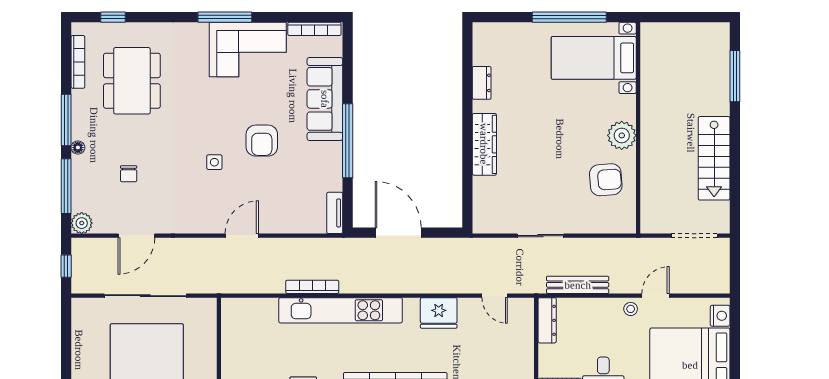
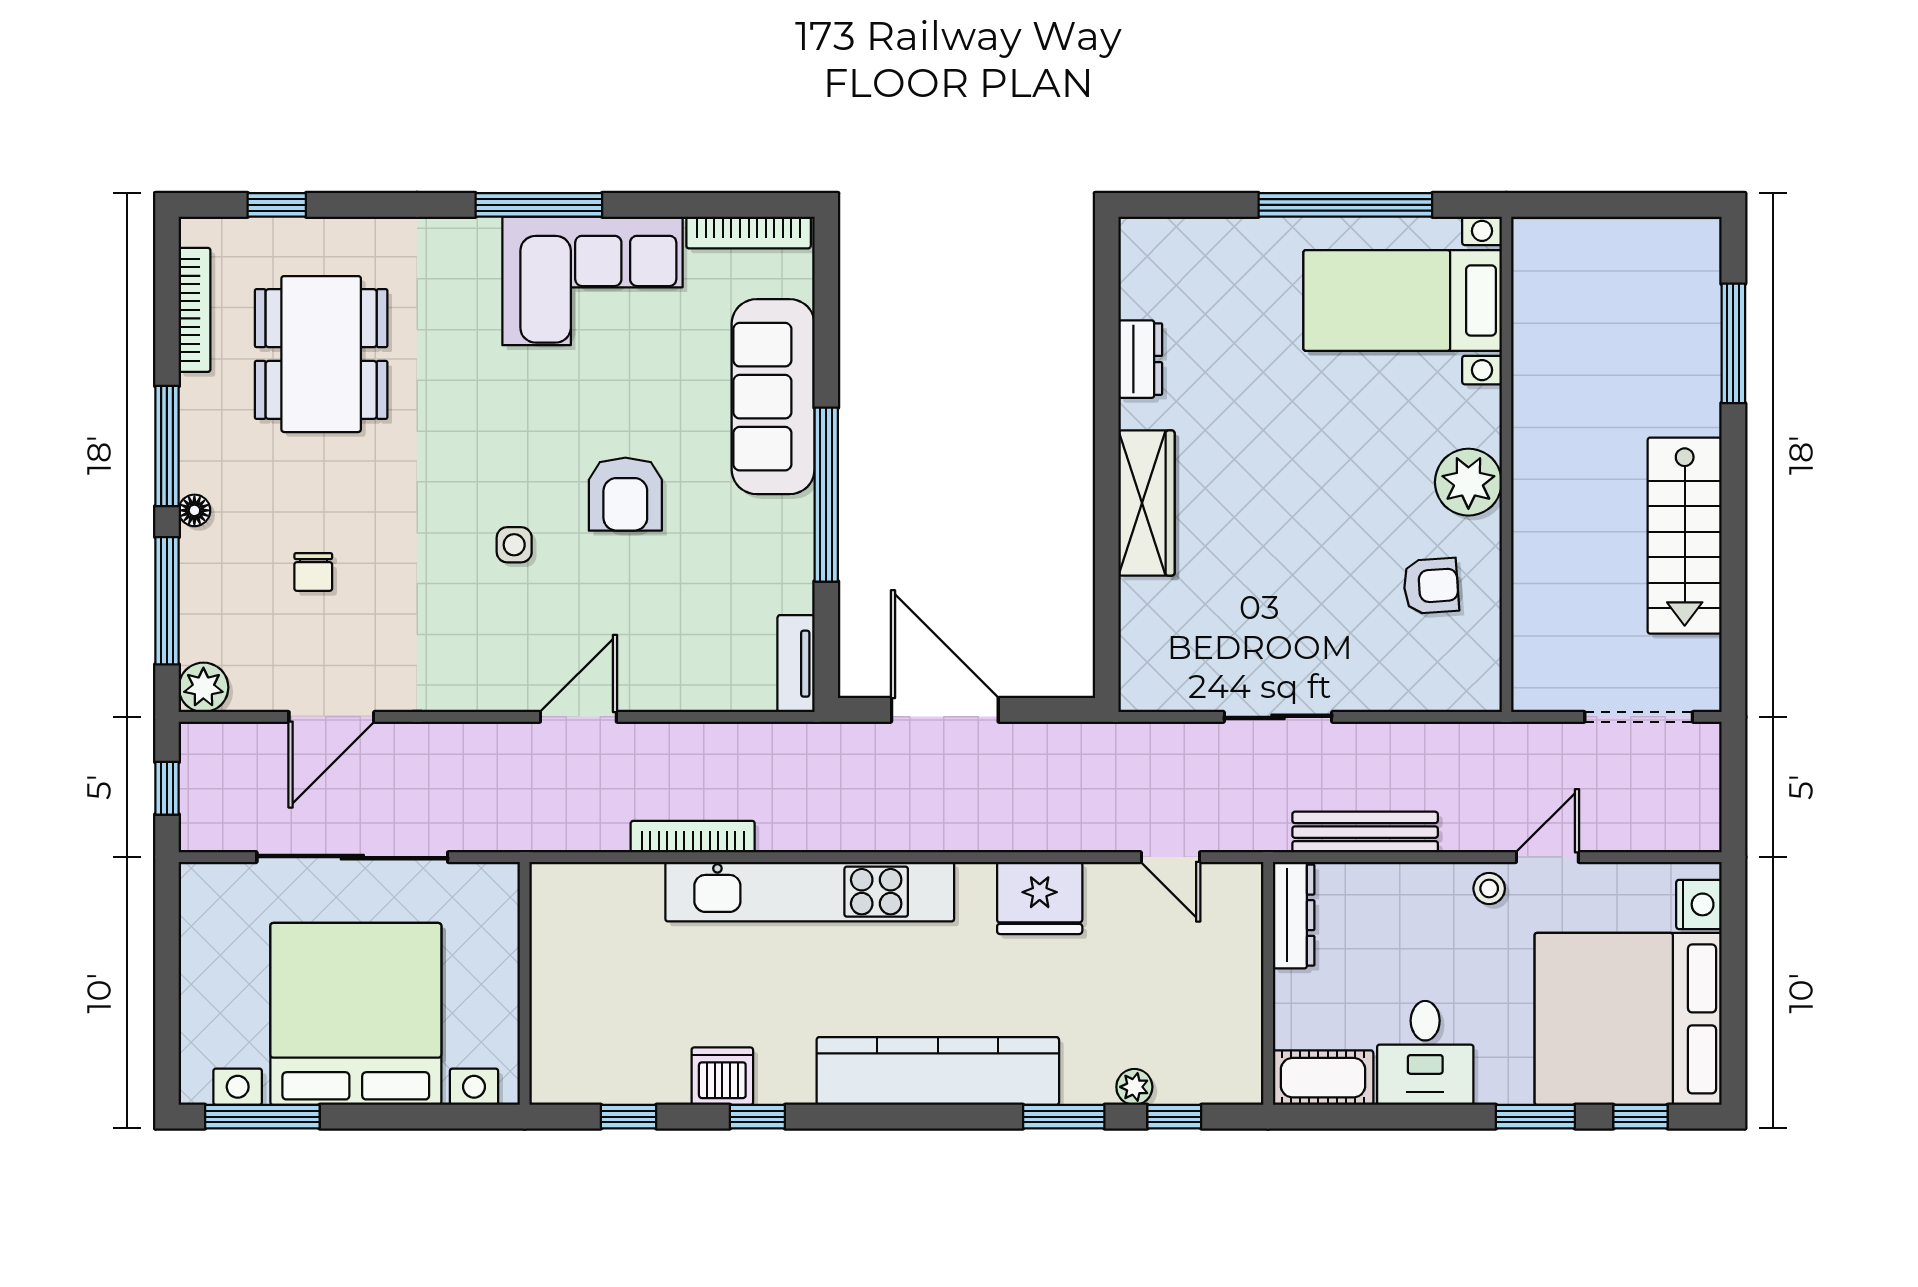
armchair: (606, 180) -> (1431, 586), width x0.72, depth x0.72
bookcase: (312, 287) -> (693, 837), moved

